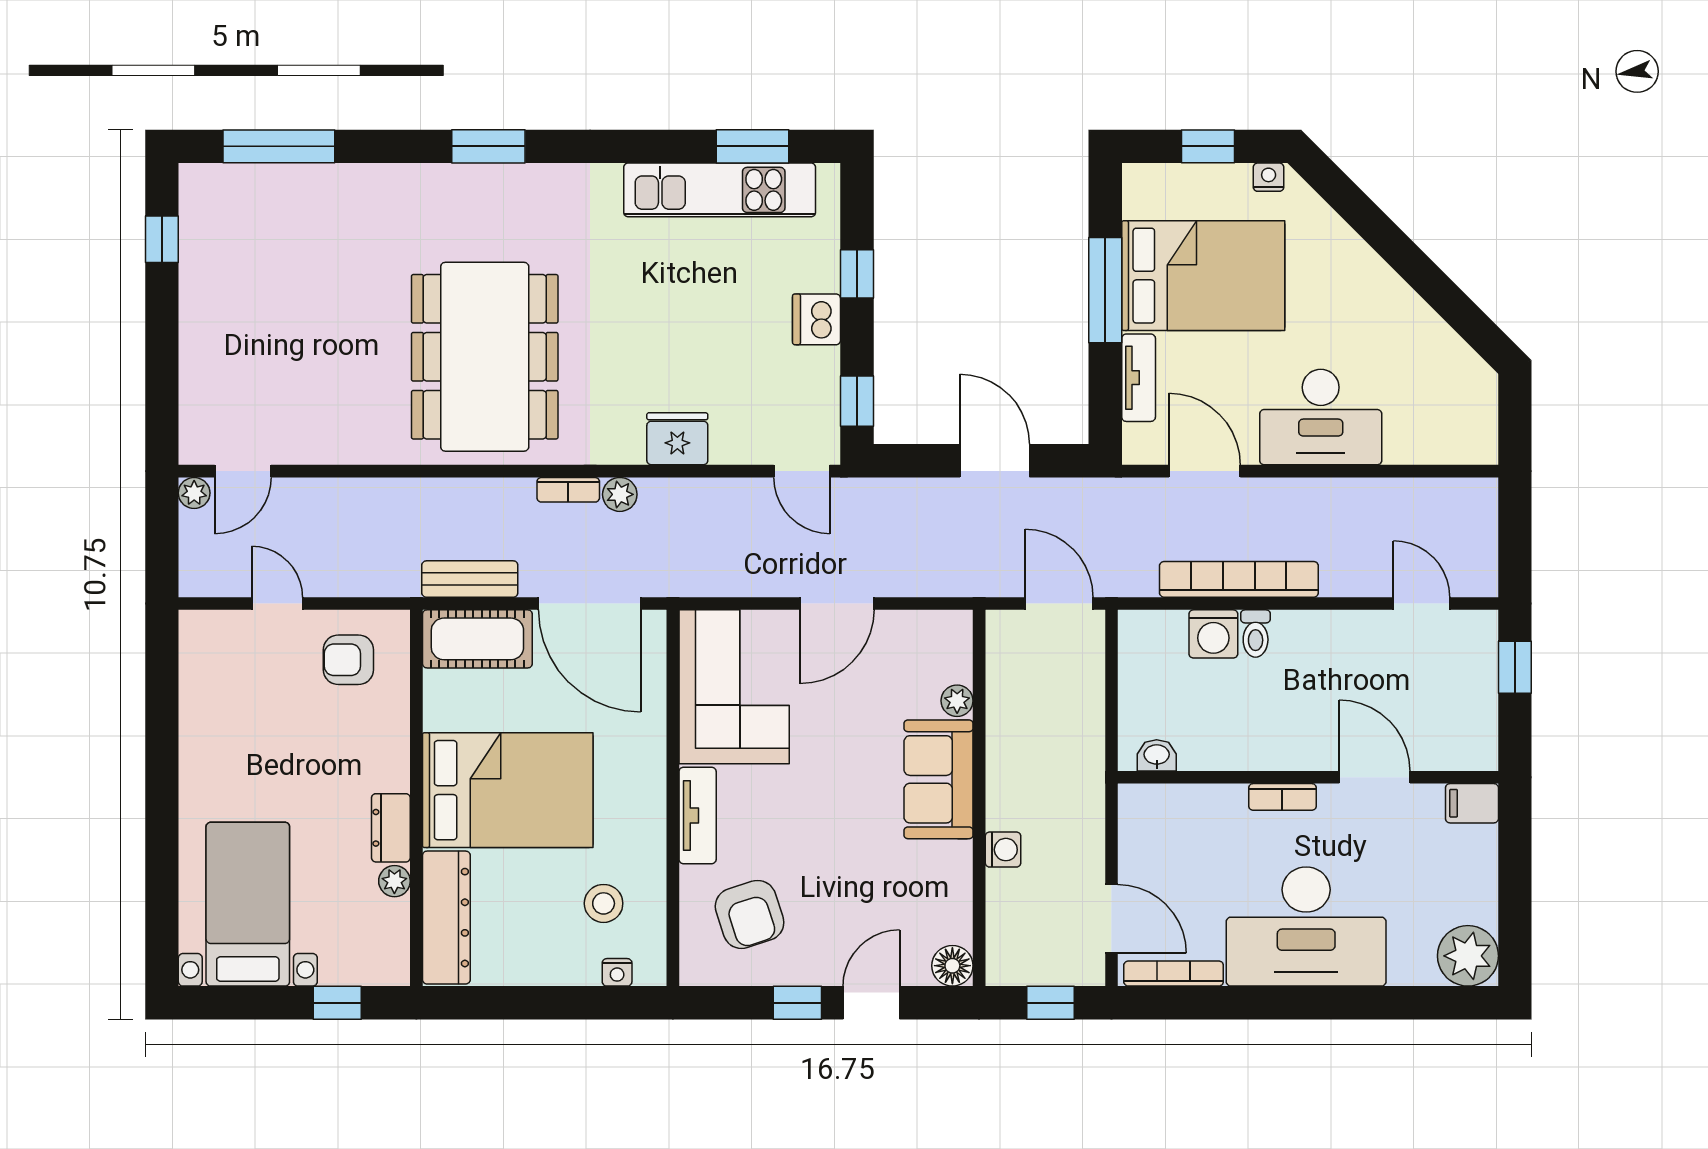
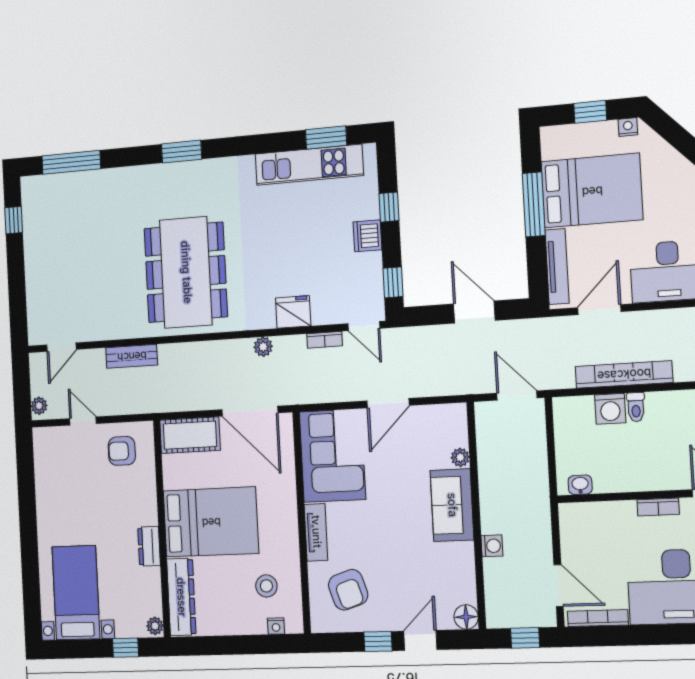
tv unit: (1139, 378) -> (557, 267), width x1.41
door: (1205, 471) -> (599, 310), hinge flipped
bookcase: (568, 490) -> (325, 340), moved
plant: (194, 493) -> (39, 406), moved
bench: (470, 579) -> (132, 356), moved
plant: (394, 881) -> (155, 626), moved

